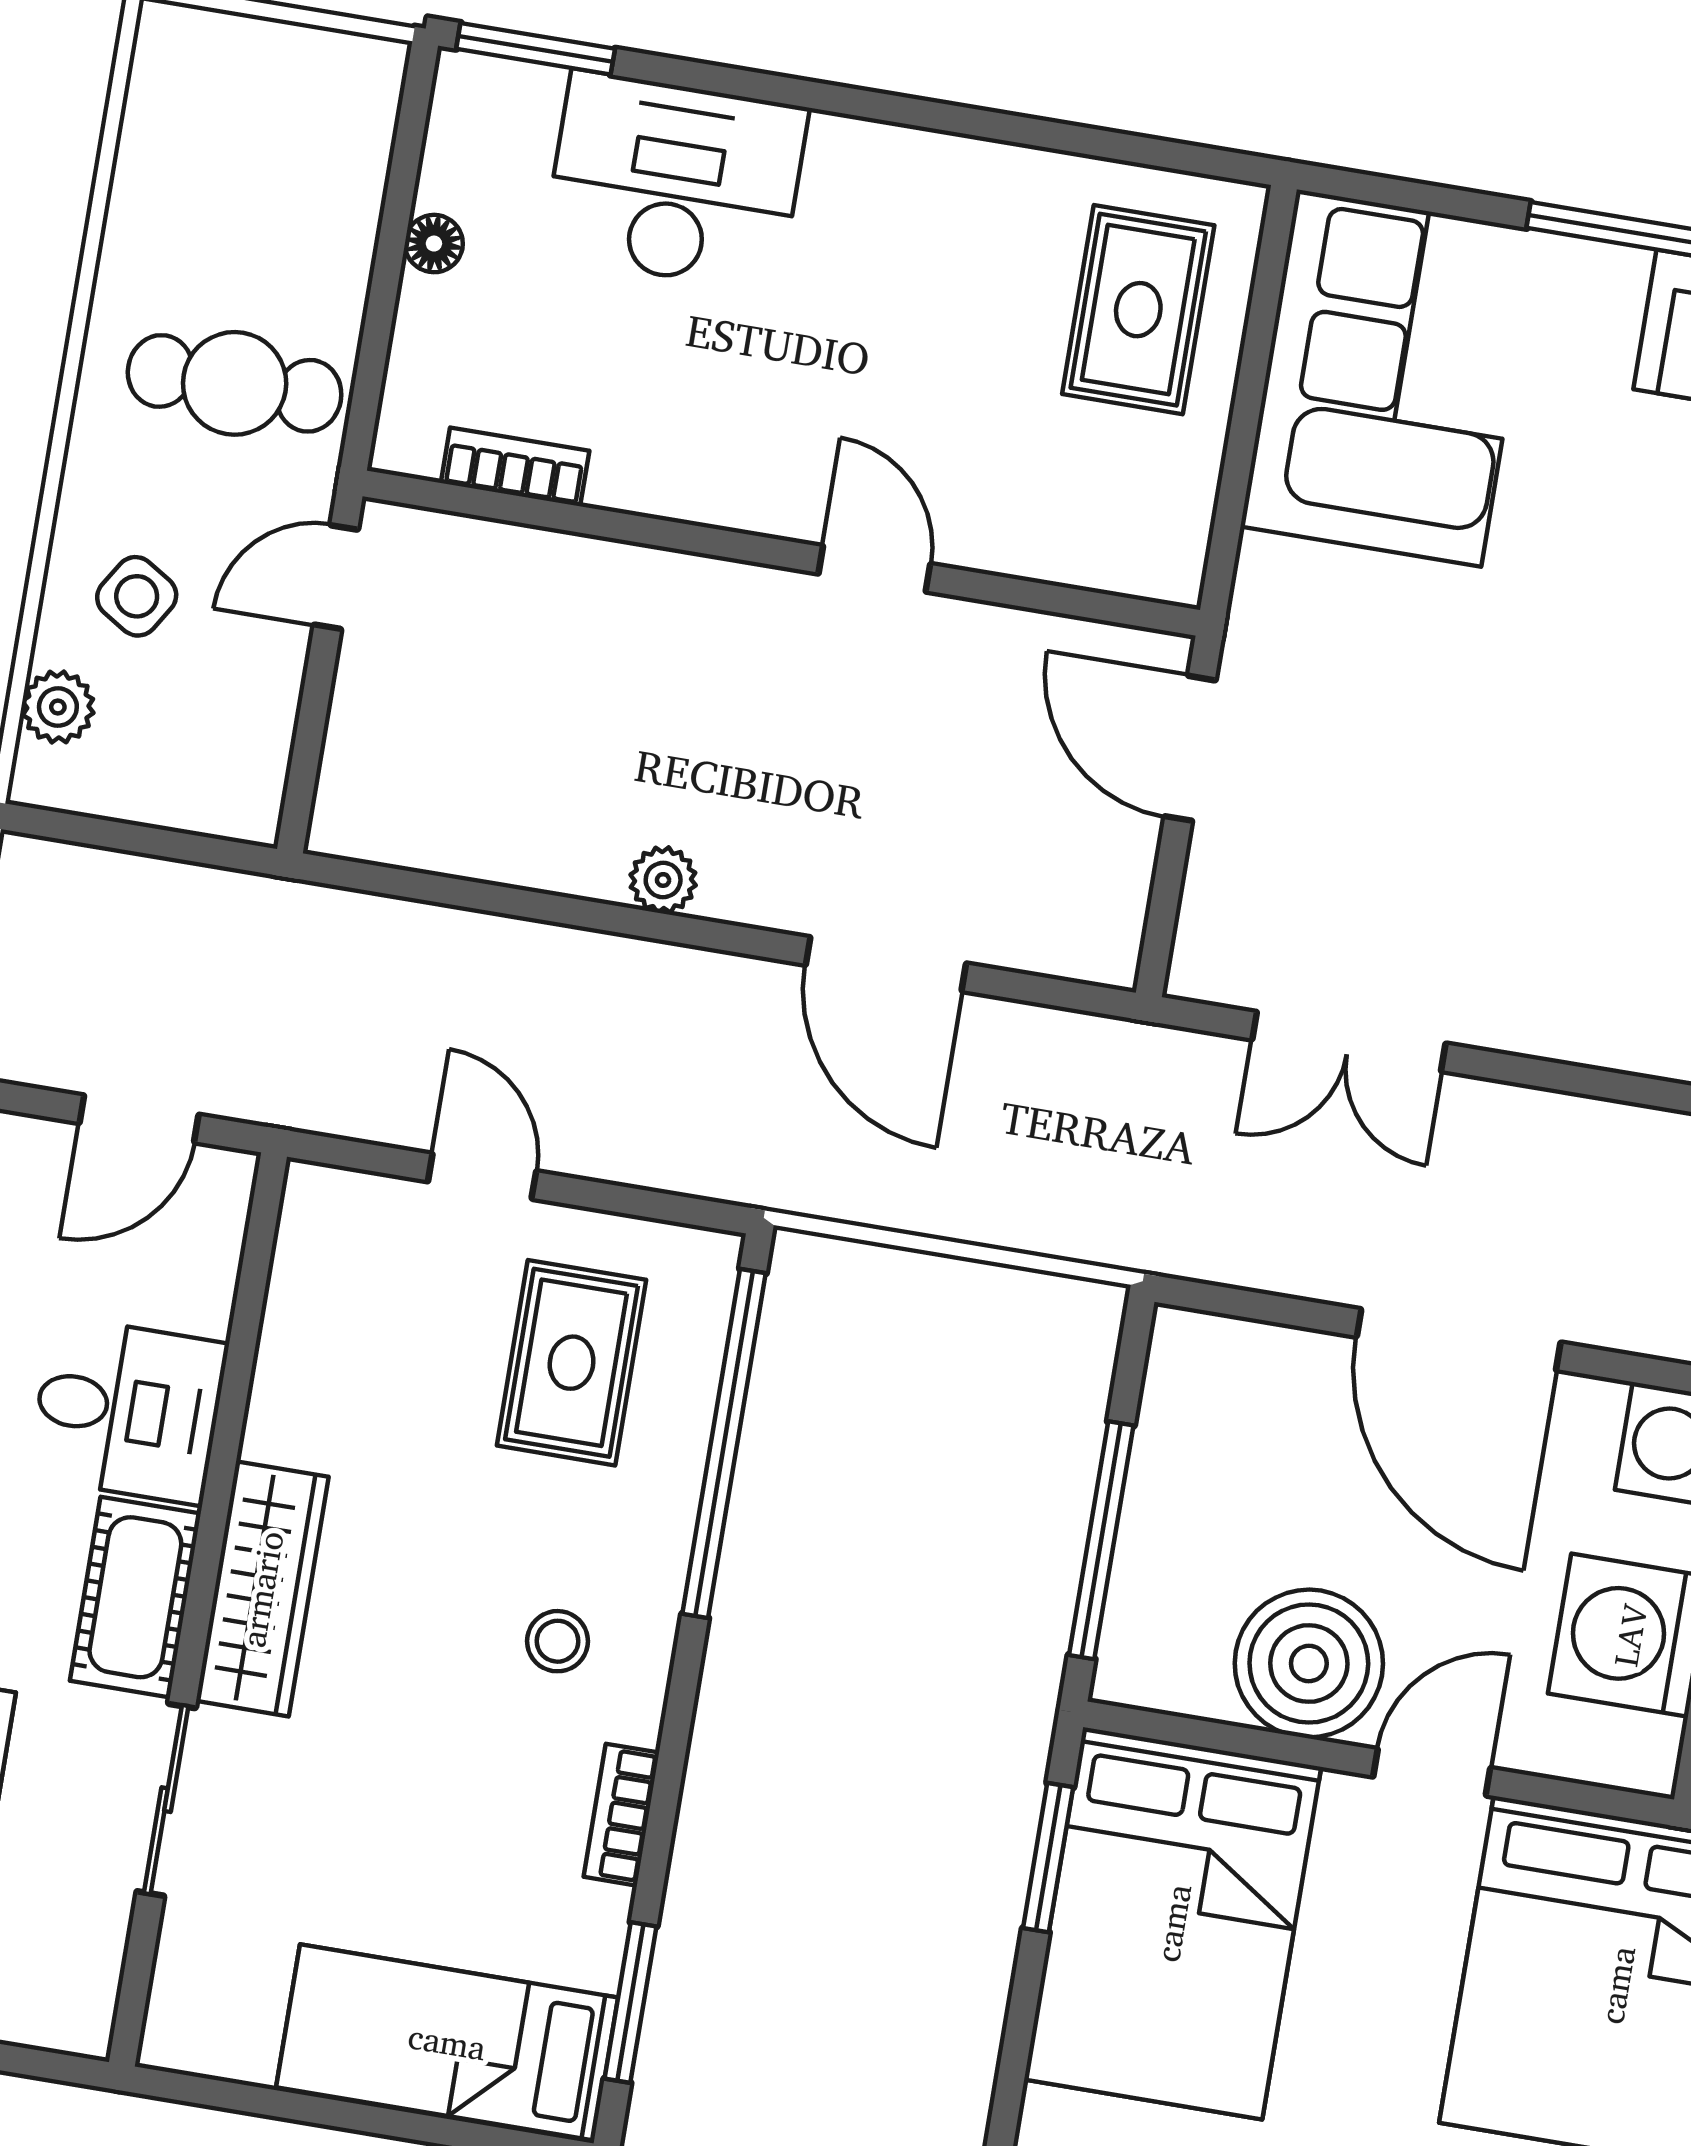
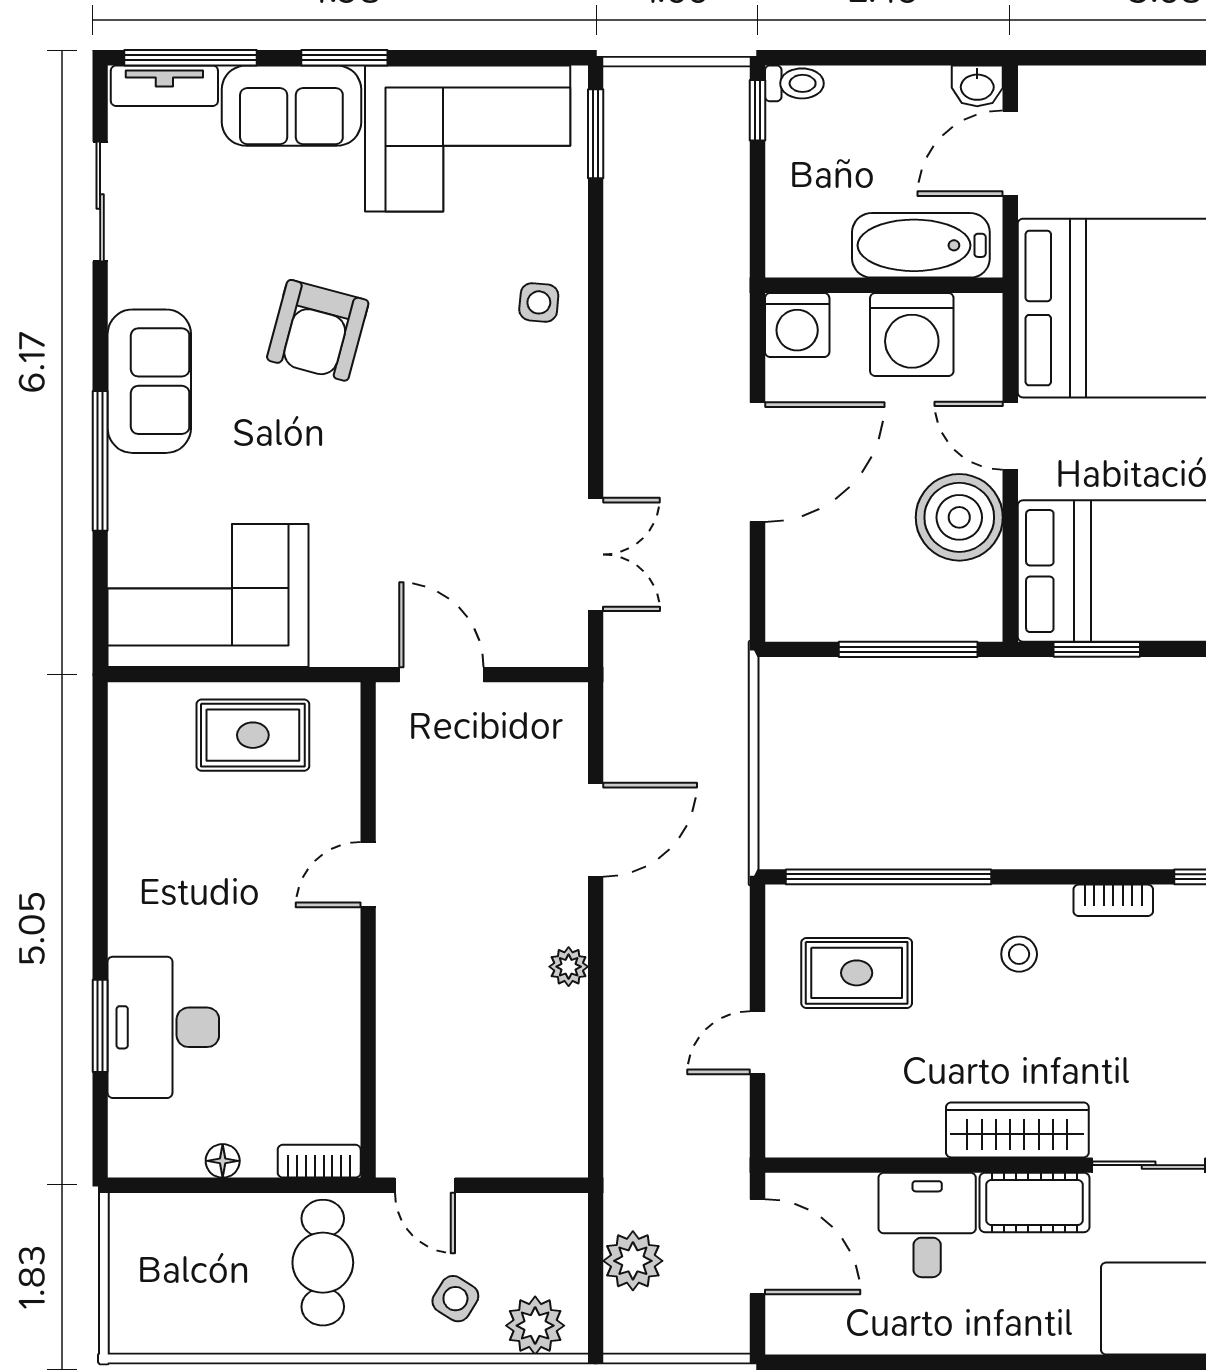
window: (536, 49) -> (100, 1026), moved
rug: (1138, 310) -> (253, 735), moved
bookcase: (515, 467) -> (319, 1161), moved, turned 90
plant: (58, 707) -> (535, 1326), width x1.38, depth x1.38
door: (1190, 748) -> (441, 675), swing flipped
plant: (150, 905) -> (633, 1261), added
door: (139, 1119) -> (757, 1247), width x1.38

